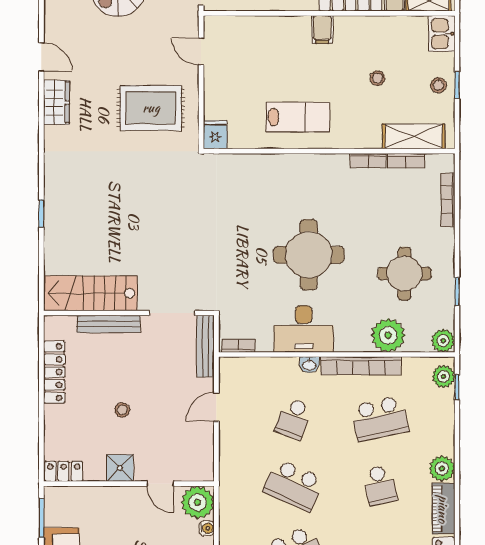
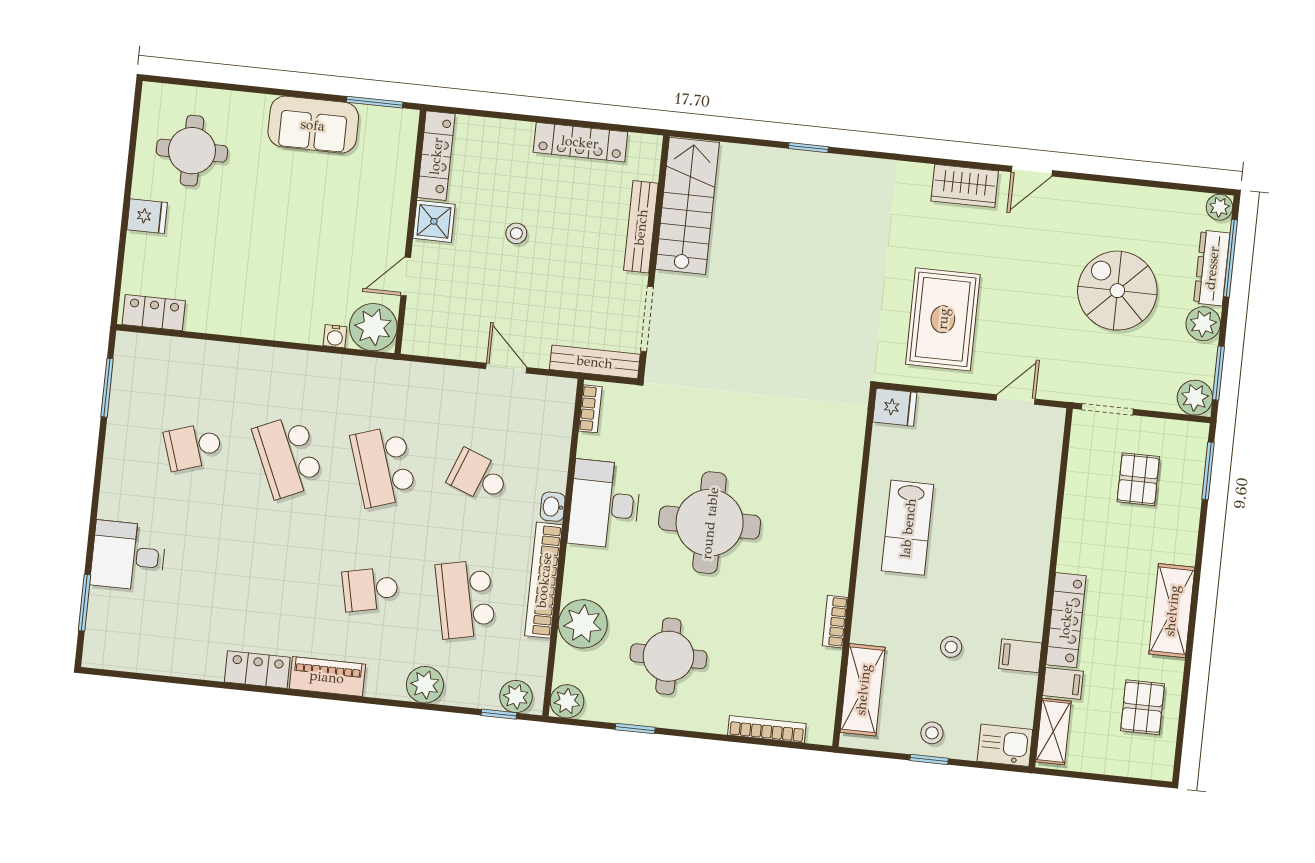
filing cabinet: (322, 30) -> (1020, 656), moved
bookcase: (406, 161) -> (829, 676), removed
plant: (442, 469) -> (425, 685), moved
locker: (64, 471) -> (436, 156), width x1.53
school desk: (294, 485) -> (383, 467), turned -42

